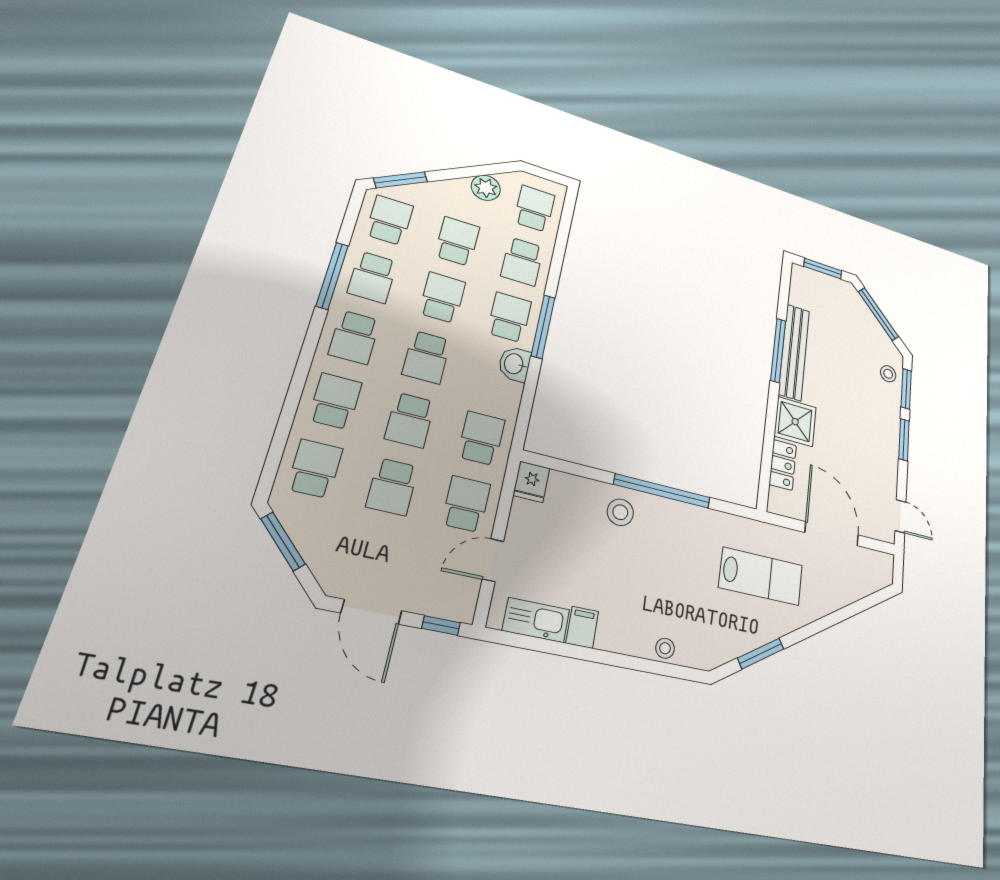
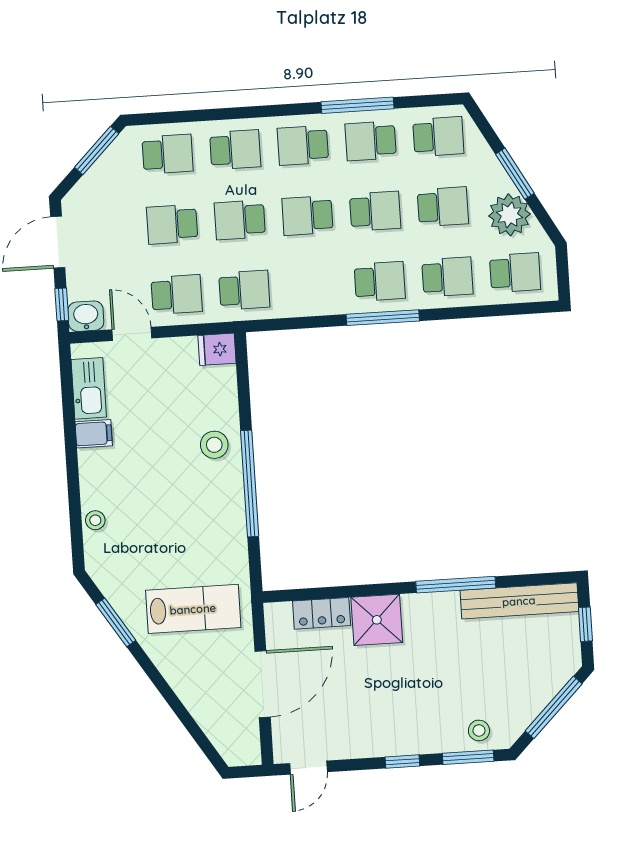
window: (401, 180) -> (515, 174), moved
plant: (486, 188) -> (509, 215), width x1.36, depth x1.36
school desk: (522, 262) -> (447, 277), turned 180
window: (823, 269) -> (585, 624), width x0.67
bench: (794, 352) -> (519, 601), moved
washbasin: (515, 364) -> (86, 316), moved
window: (904, 440) -> (402, 762), width x0.67
lab bench: (761, 576) -> (193, 609), turned -90

